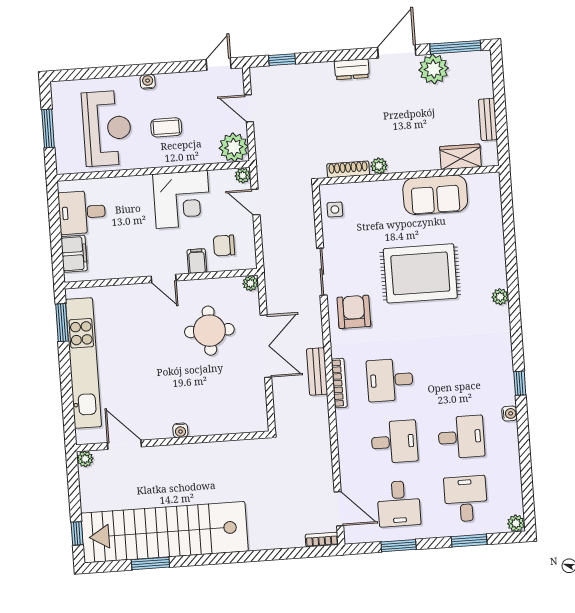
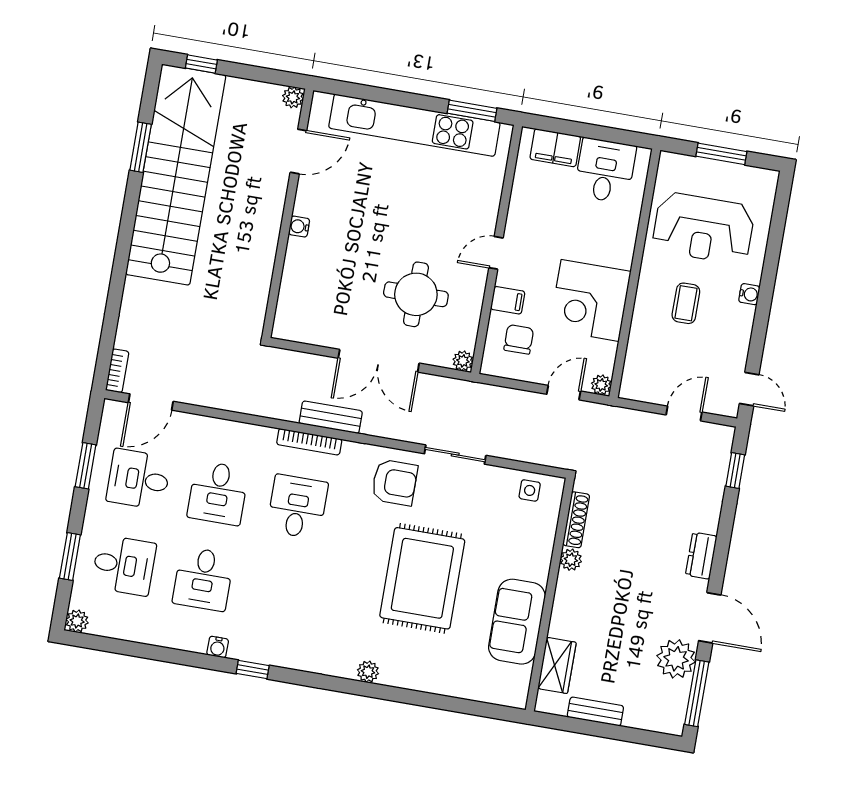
plant: (234, 147) -> (640, 382), removed

